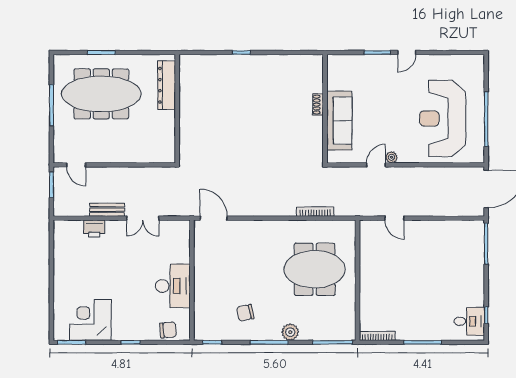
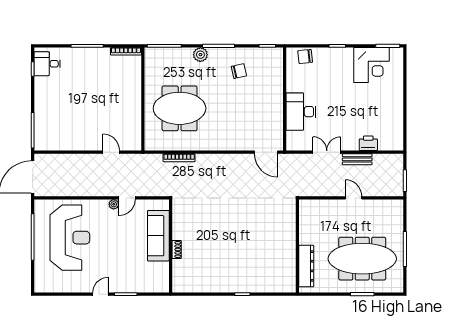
door: (76, 165) -> (354, 198), moved
desk: (173, 286) -> (301, 112), moved

